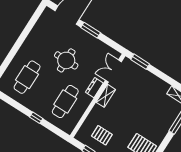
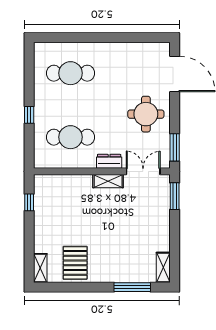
window: (91, 30) -> (175, 147), moved
round table: (66, 60) -> (146, 114), moved
pallet: (102, 135) -> (58, 206), removed

